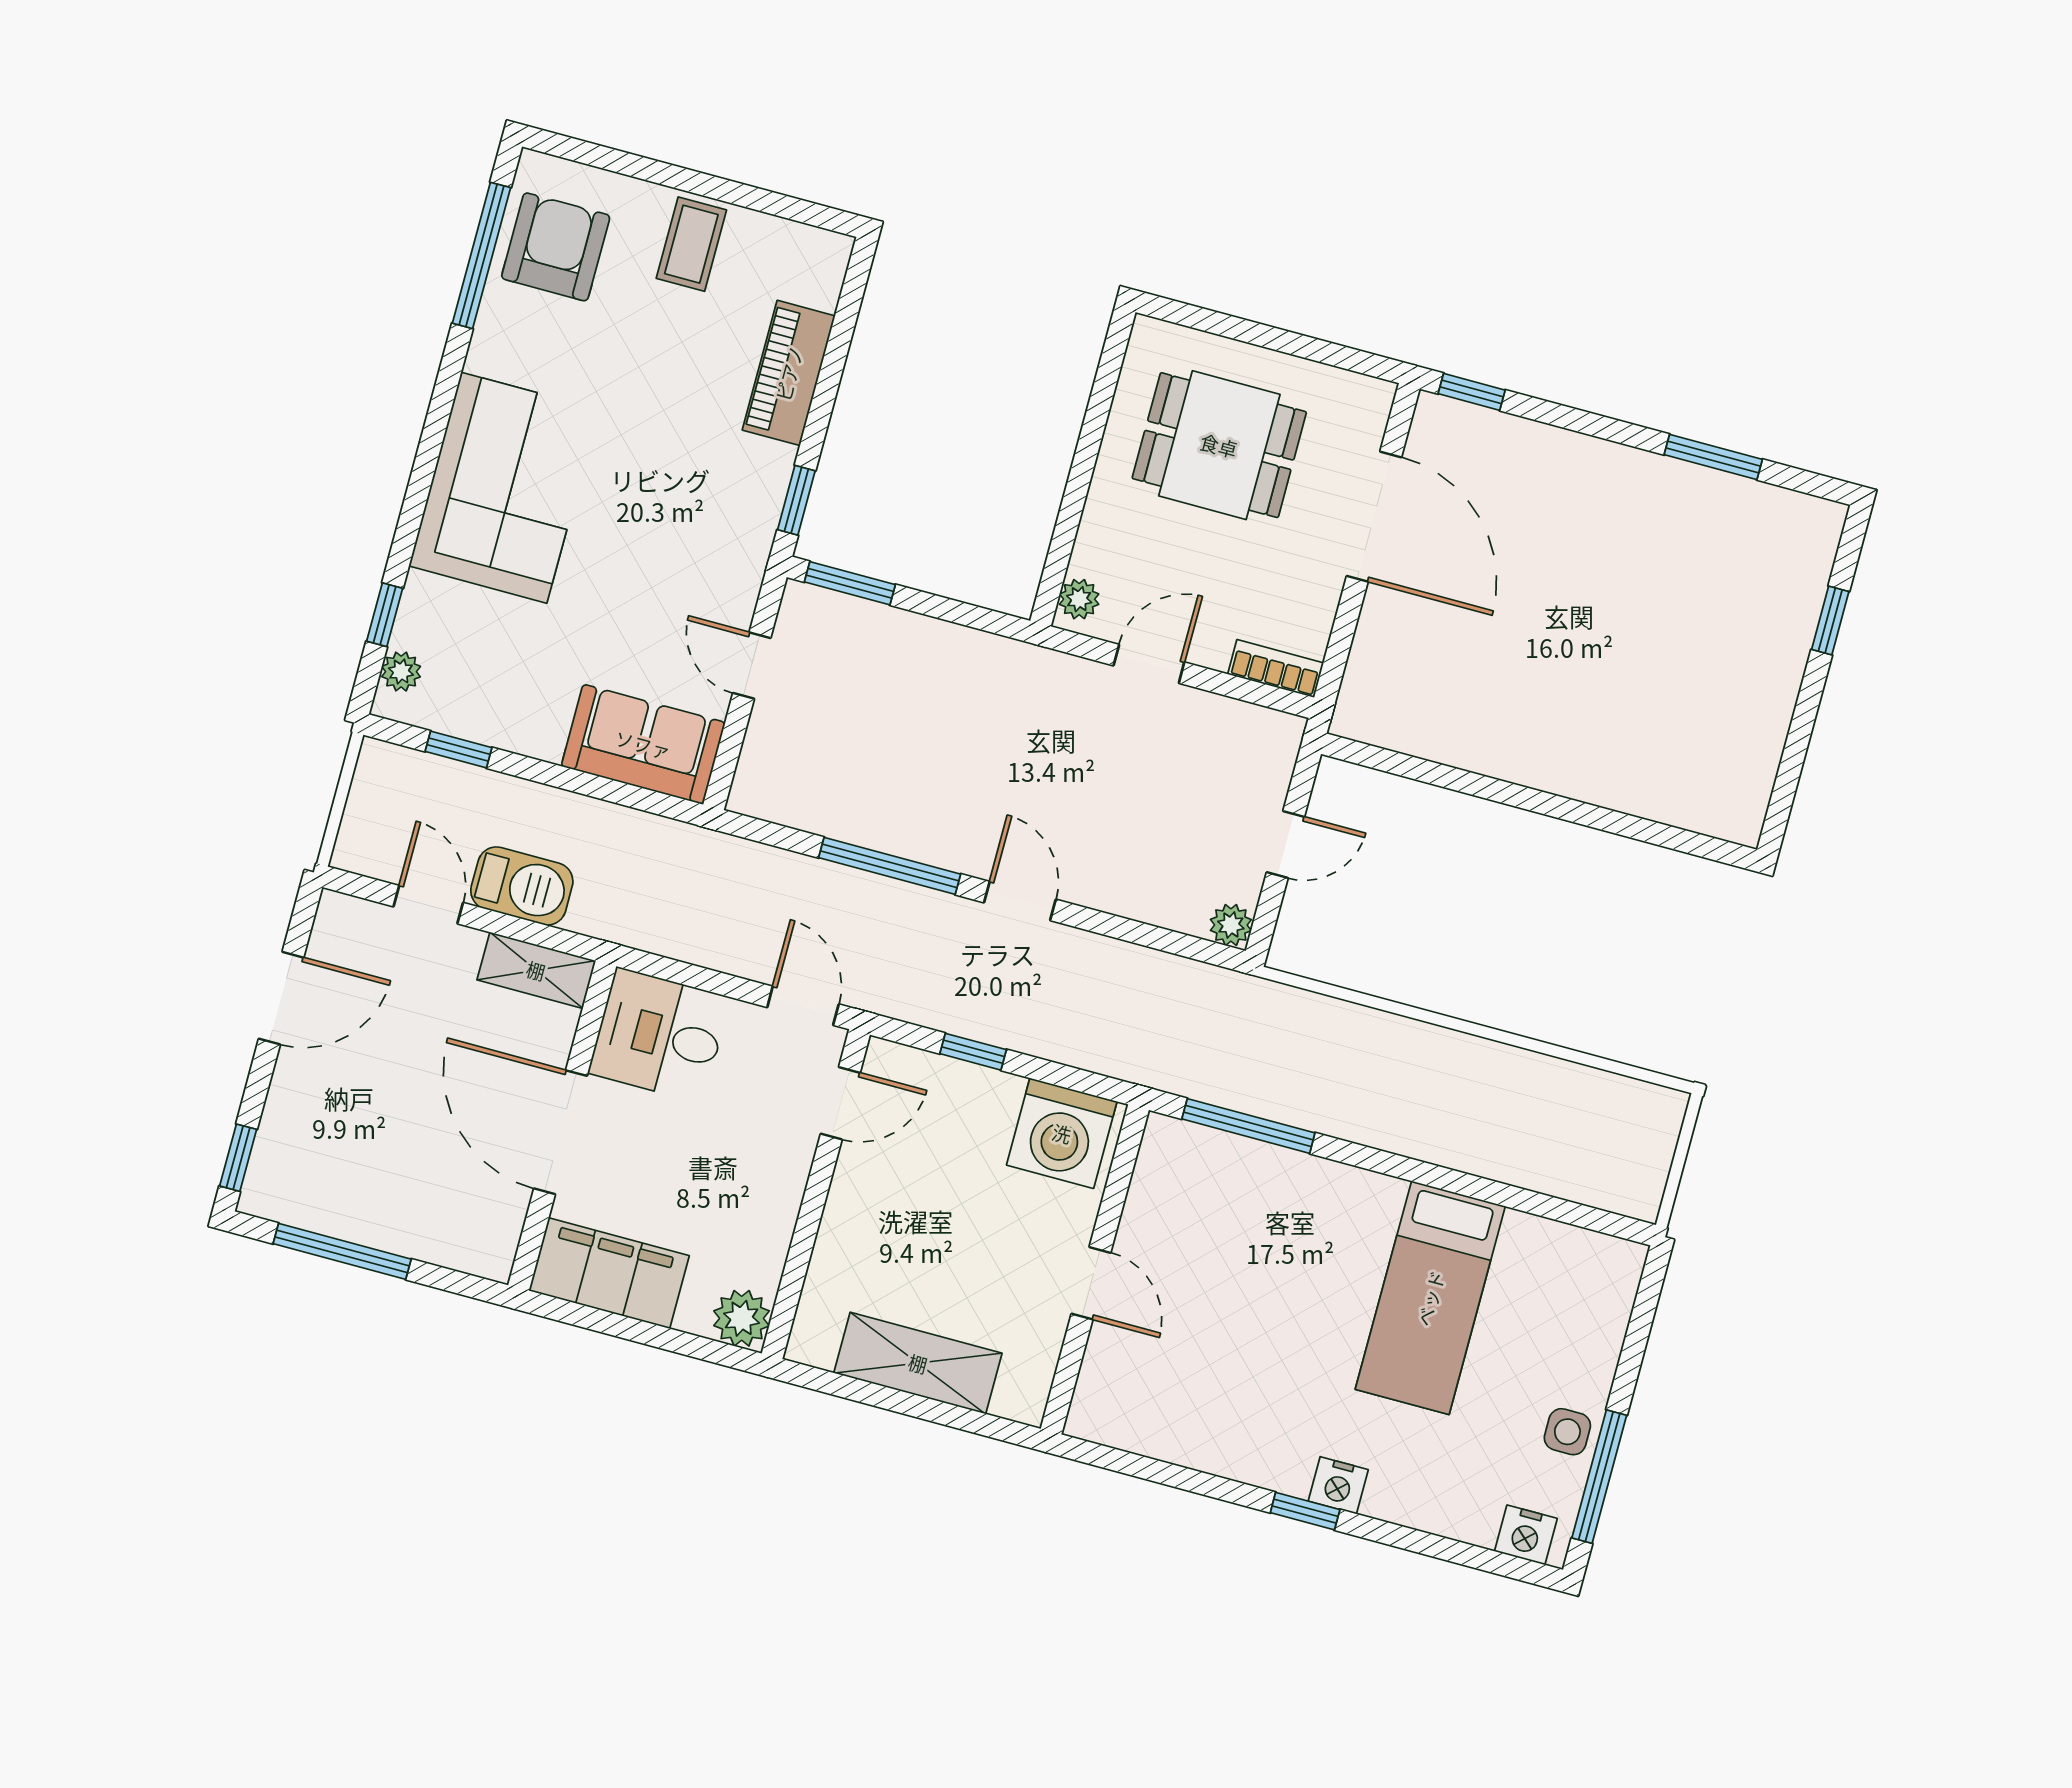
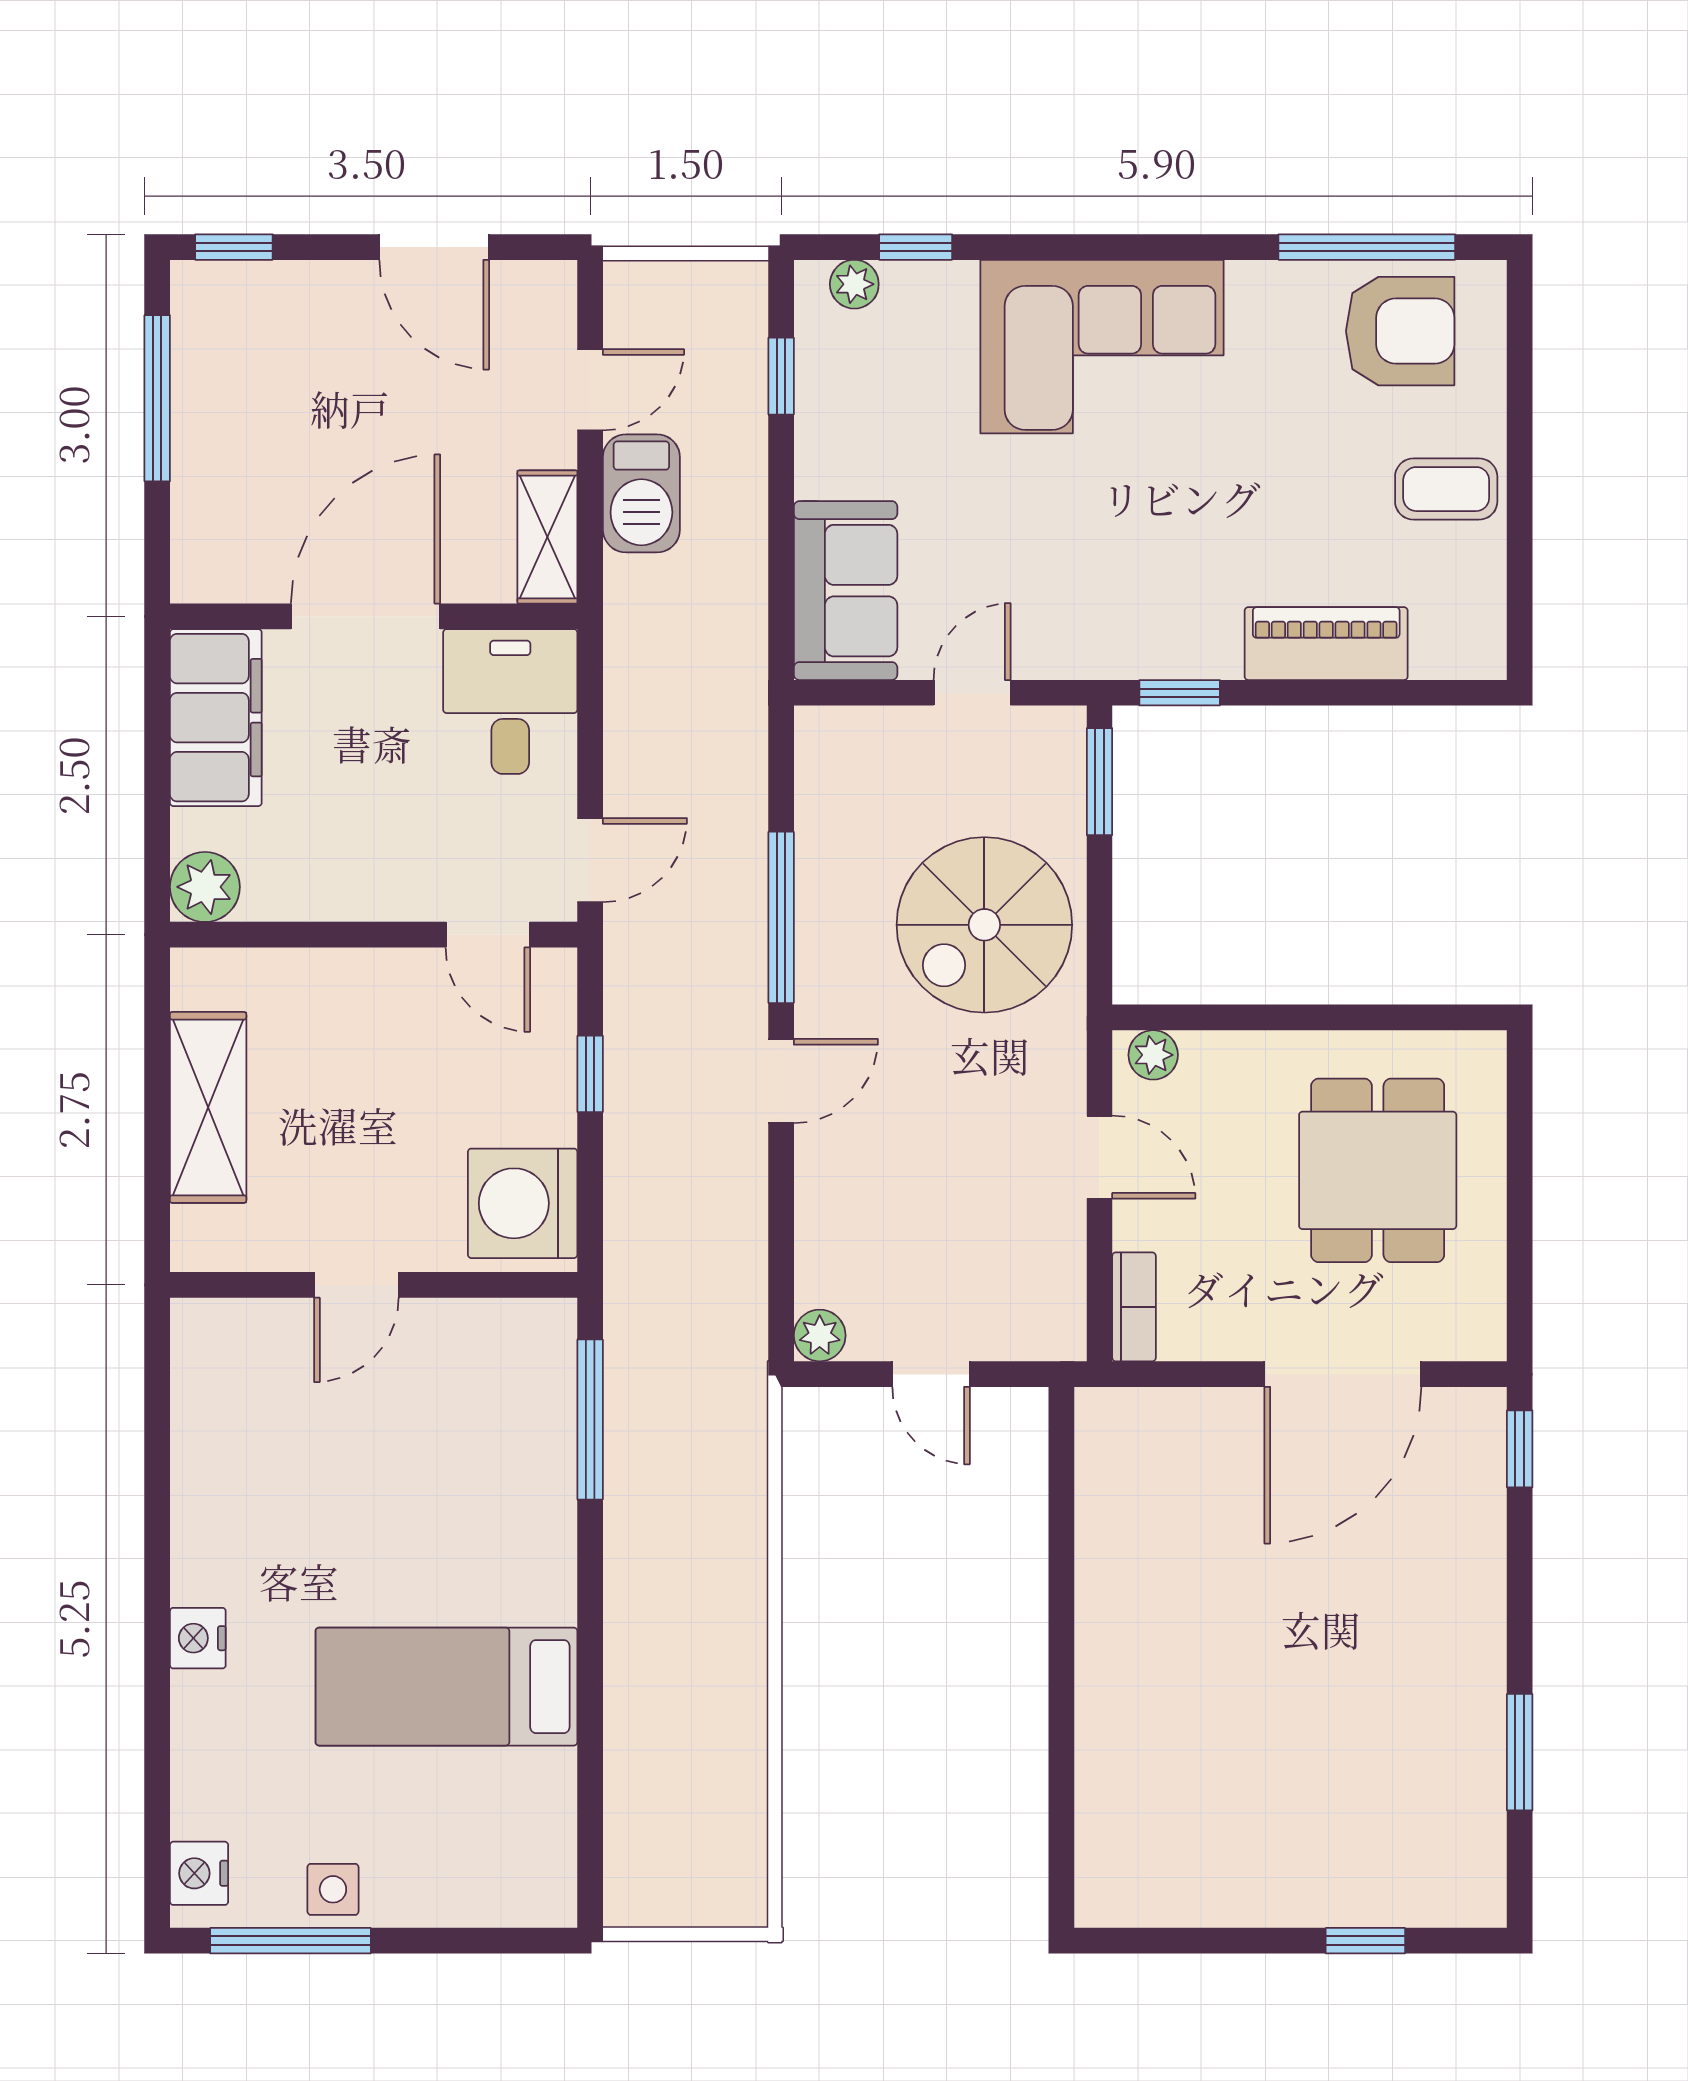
spiral stairs: (939, 706) -> (984, 925), added
window: (1305, 1511) -> (157, 1607), removed

